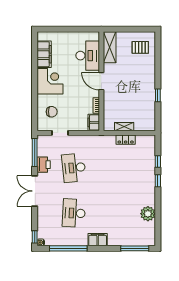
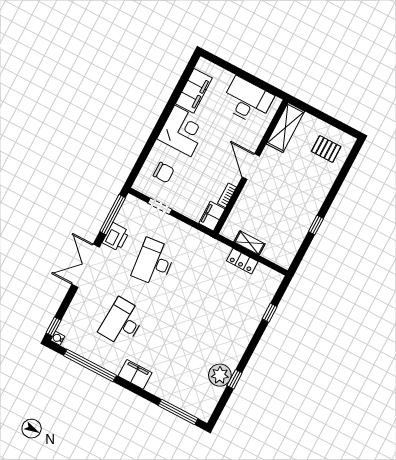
desk: (88, 56) -> (247, 101), moved, turned -90
window: (158, 181) -> (235, 379), moved

